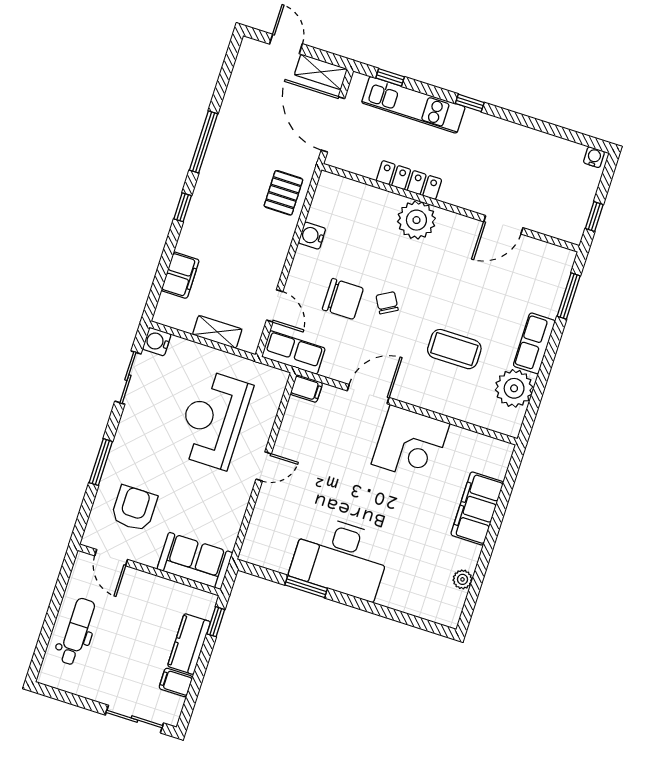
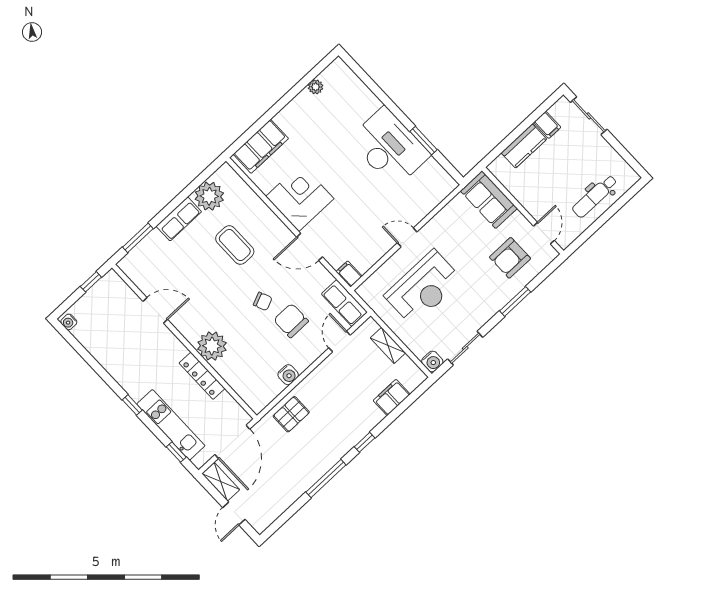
chair: (387, 303) -> (263, 301), turned -83
filing cabinet: (477, 508) -> (261, 146), moved
window: (216, 622) -> (497, 151), removed

